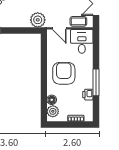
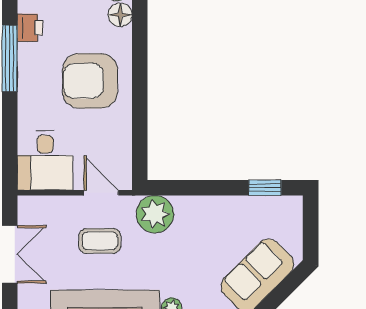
coffee table: (78, 21) -> (100, 241), moved
armchair: (64, 73) -> (90, 81), turned 90

